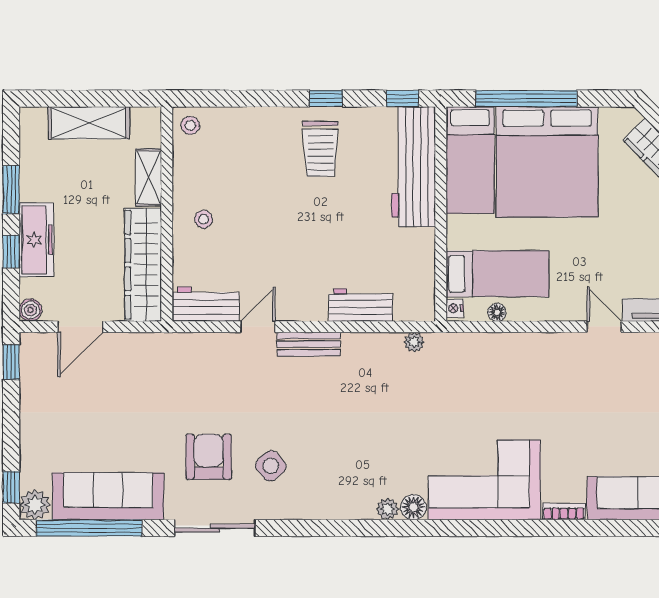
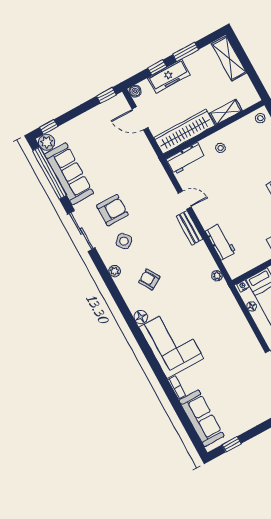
shelving: (89, 123) -> (229, 58), moved
workbench: (206, 304) -> (186, 158), moved, turned 90
armchair: (358, 459) -> (149, 279), added
plant: (388, 509) -> (115, 271), moved

